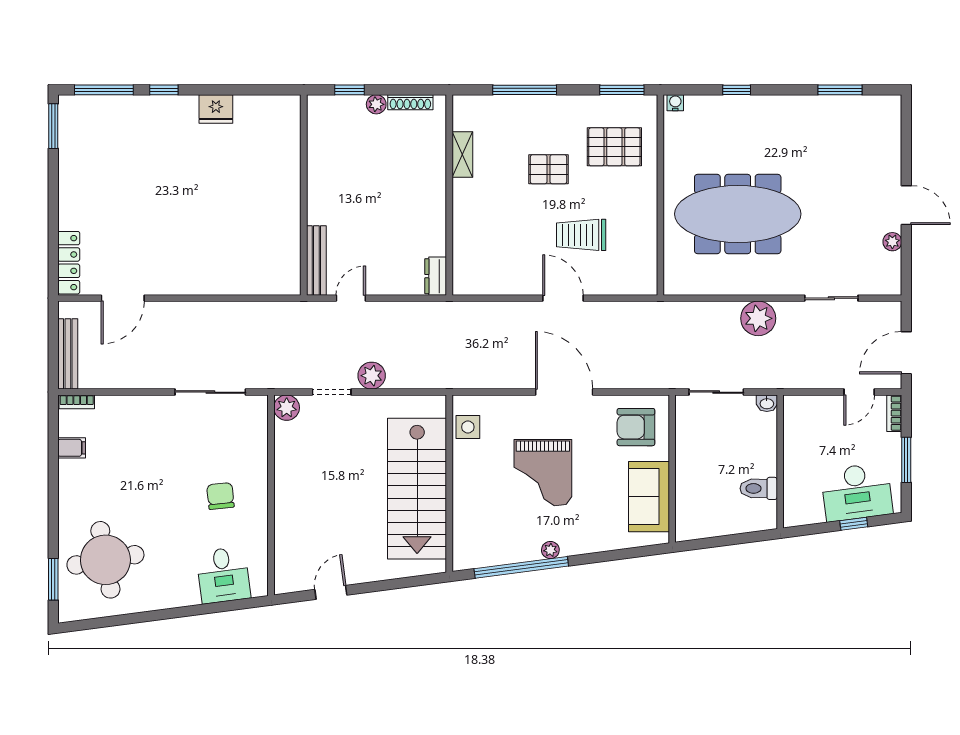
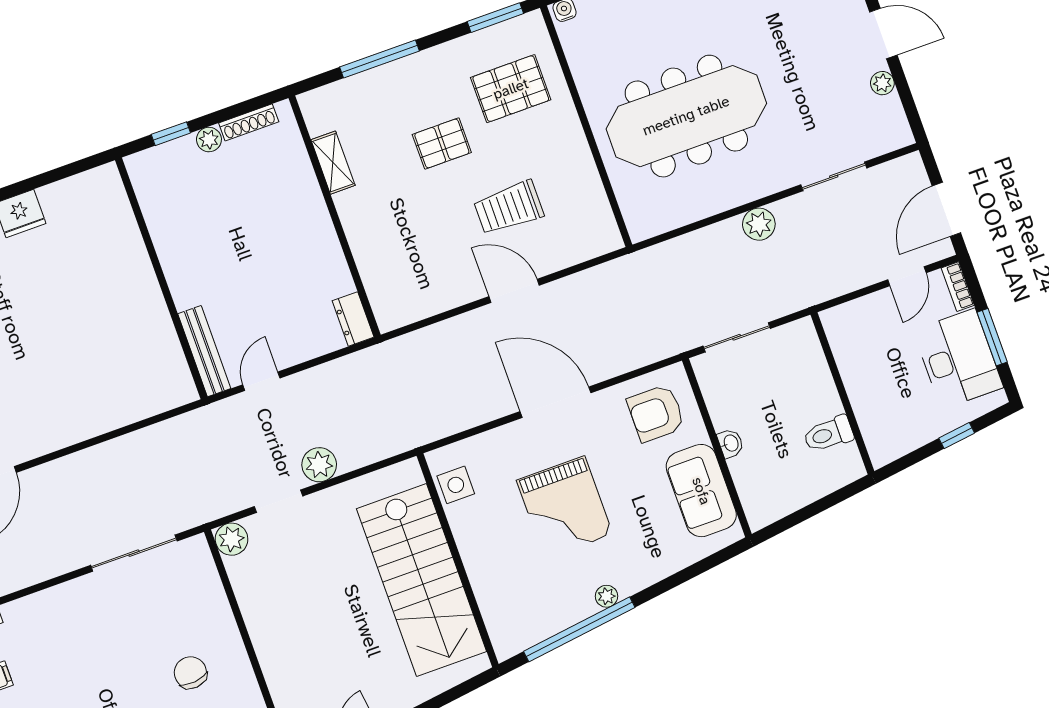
plant: (758, 318) -> (759, 224), width x0.73, depth x0.73
washbasin: (767, 403) -> (730, 443), moved, turned -90
desk: (857, 492) -> (958, 359), moved, turned -83

